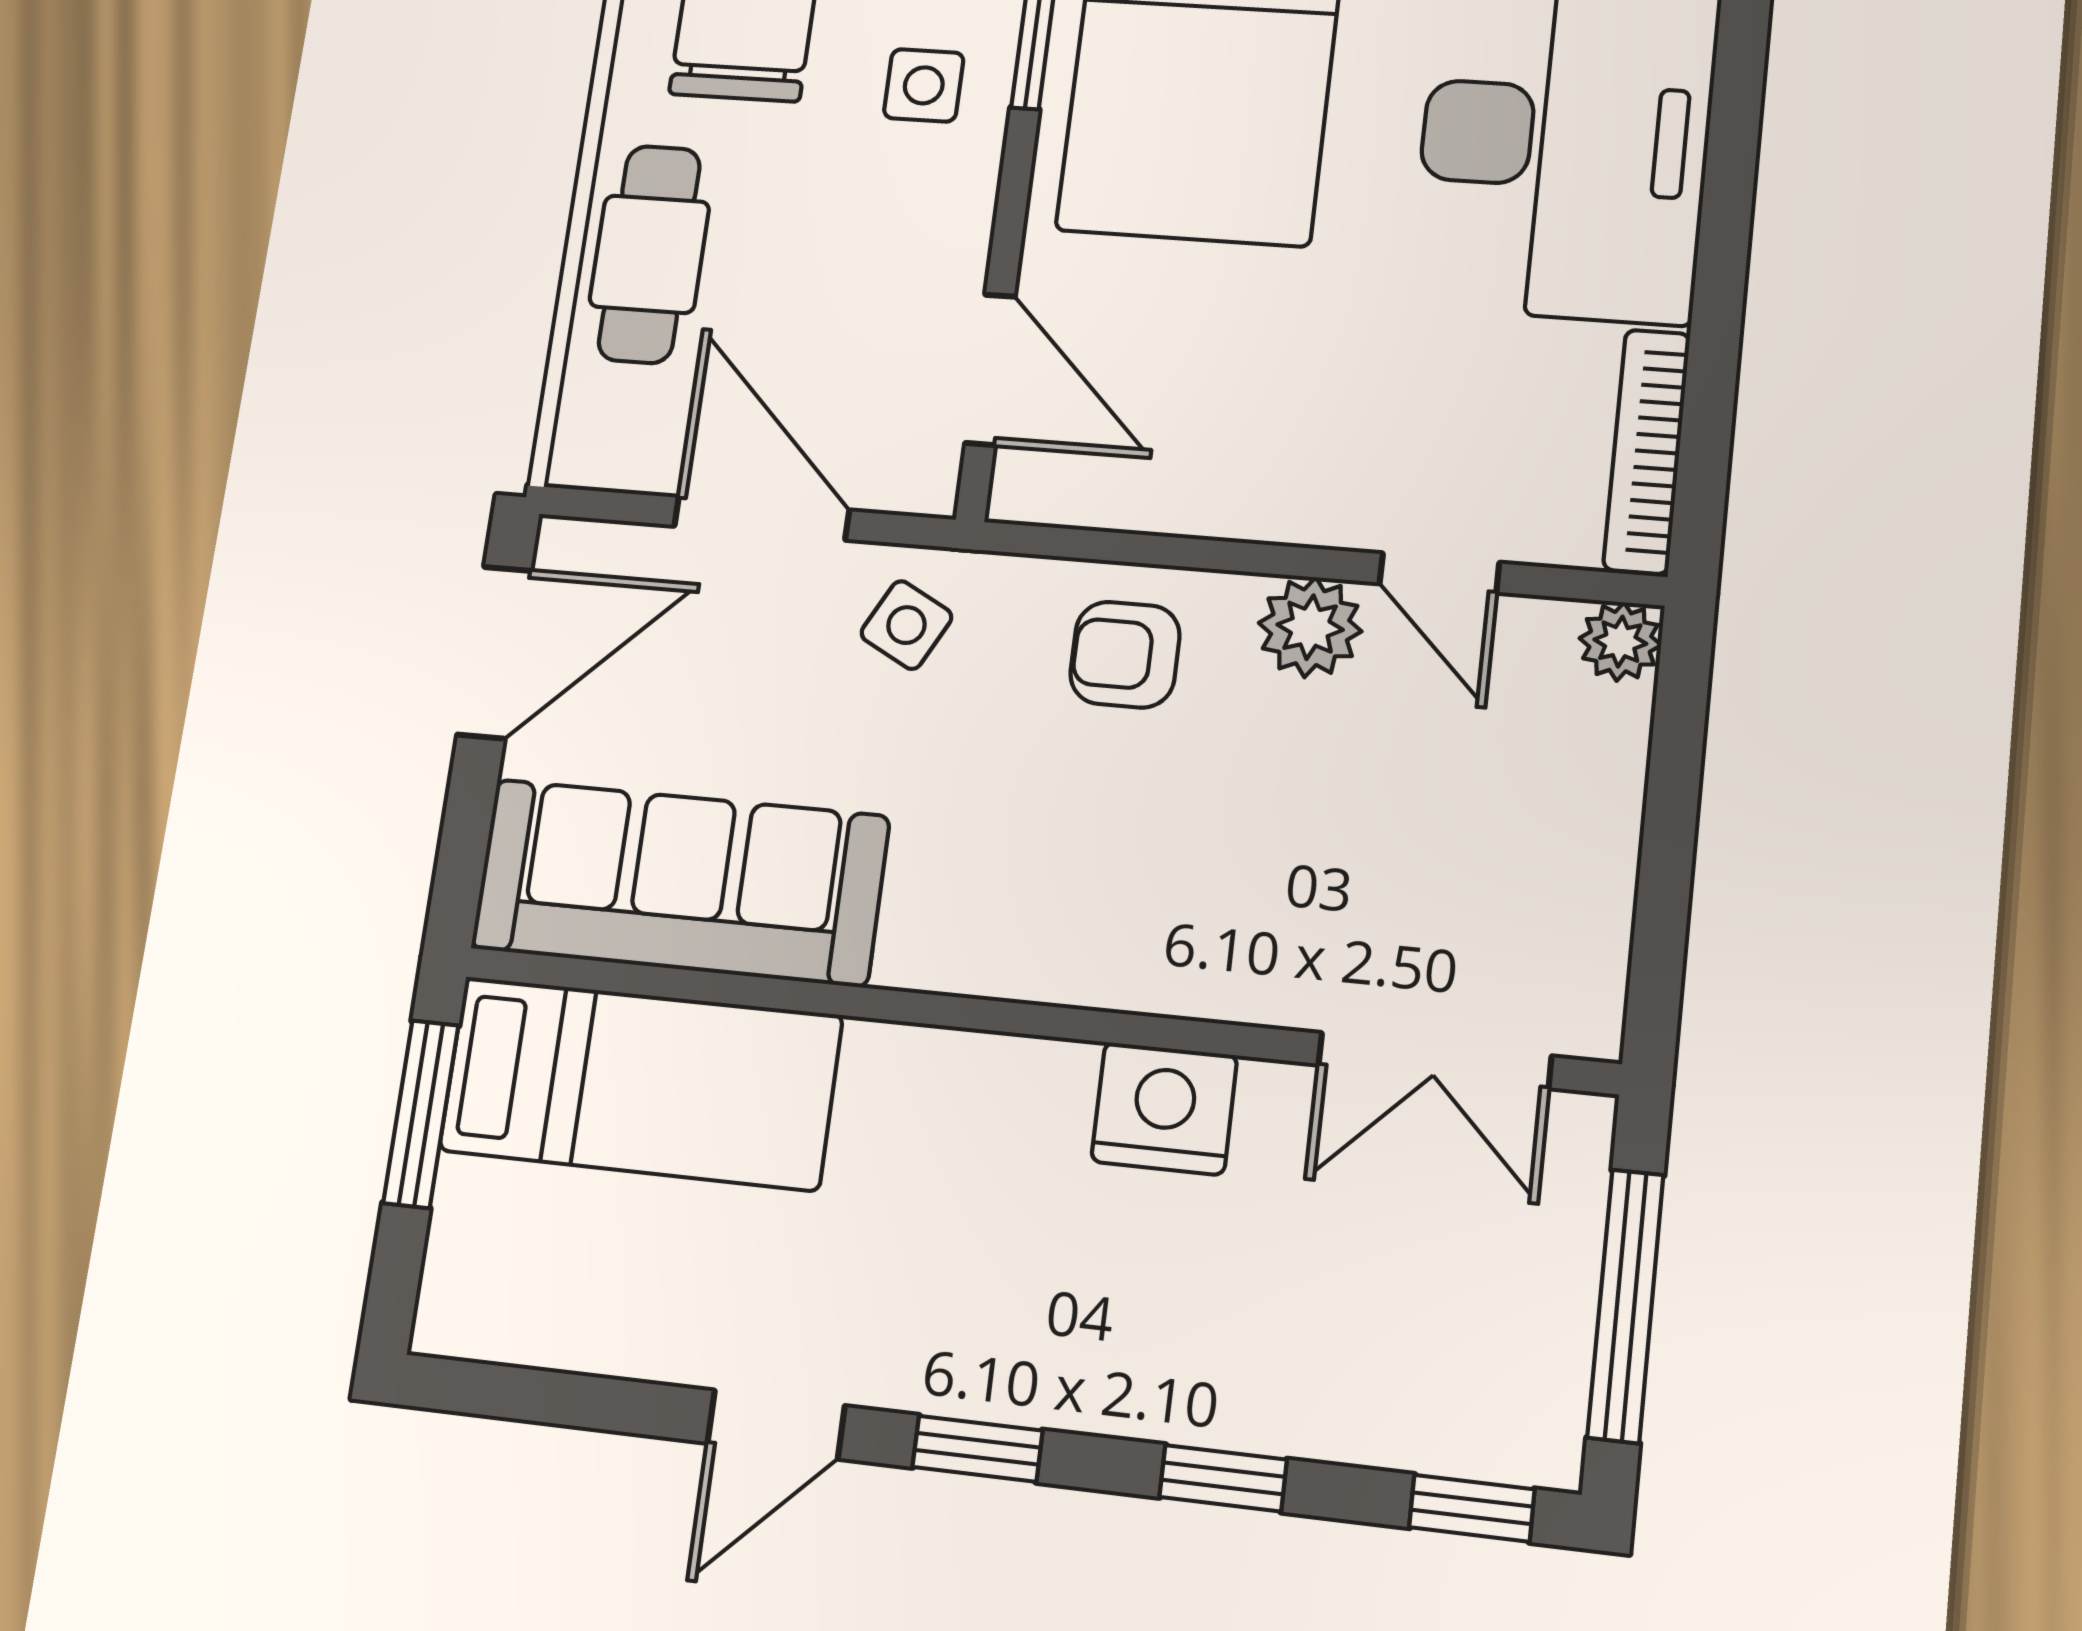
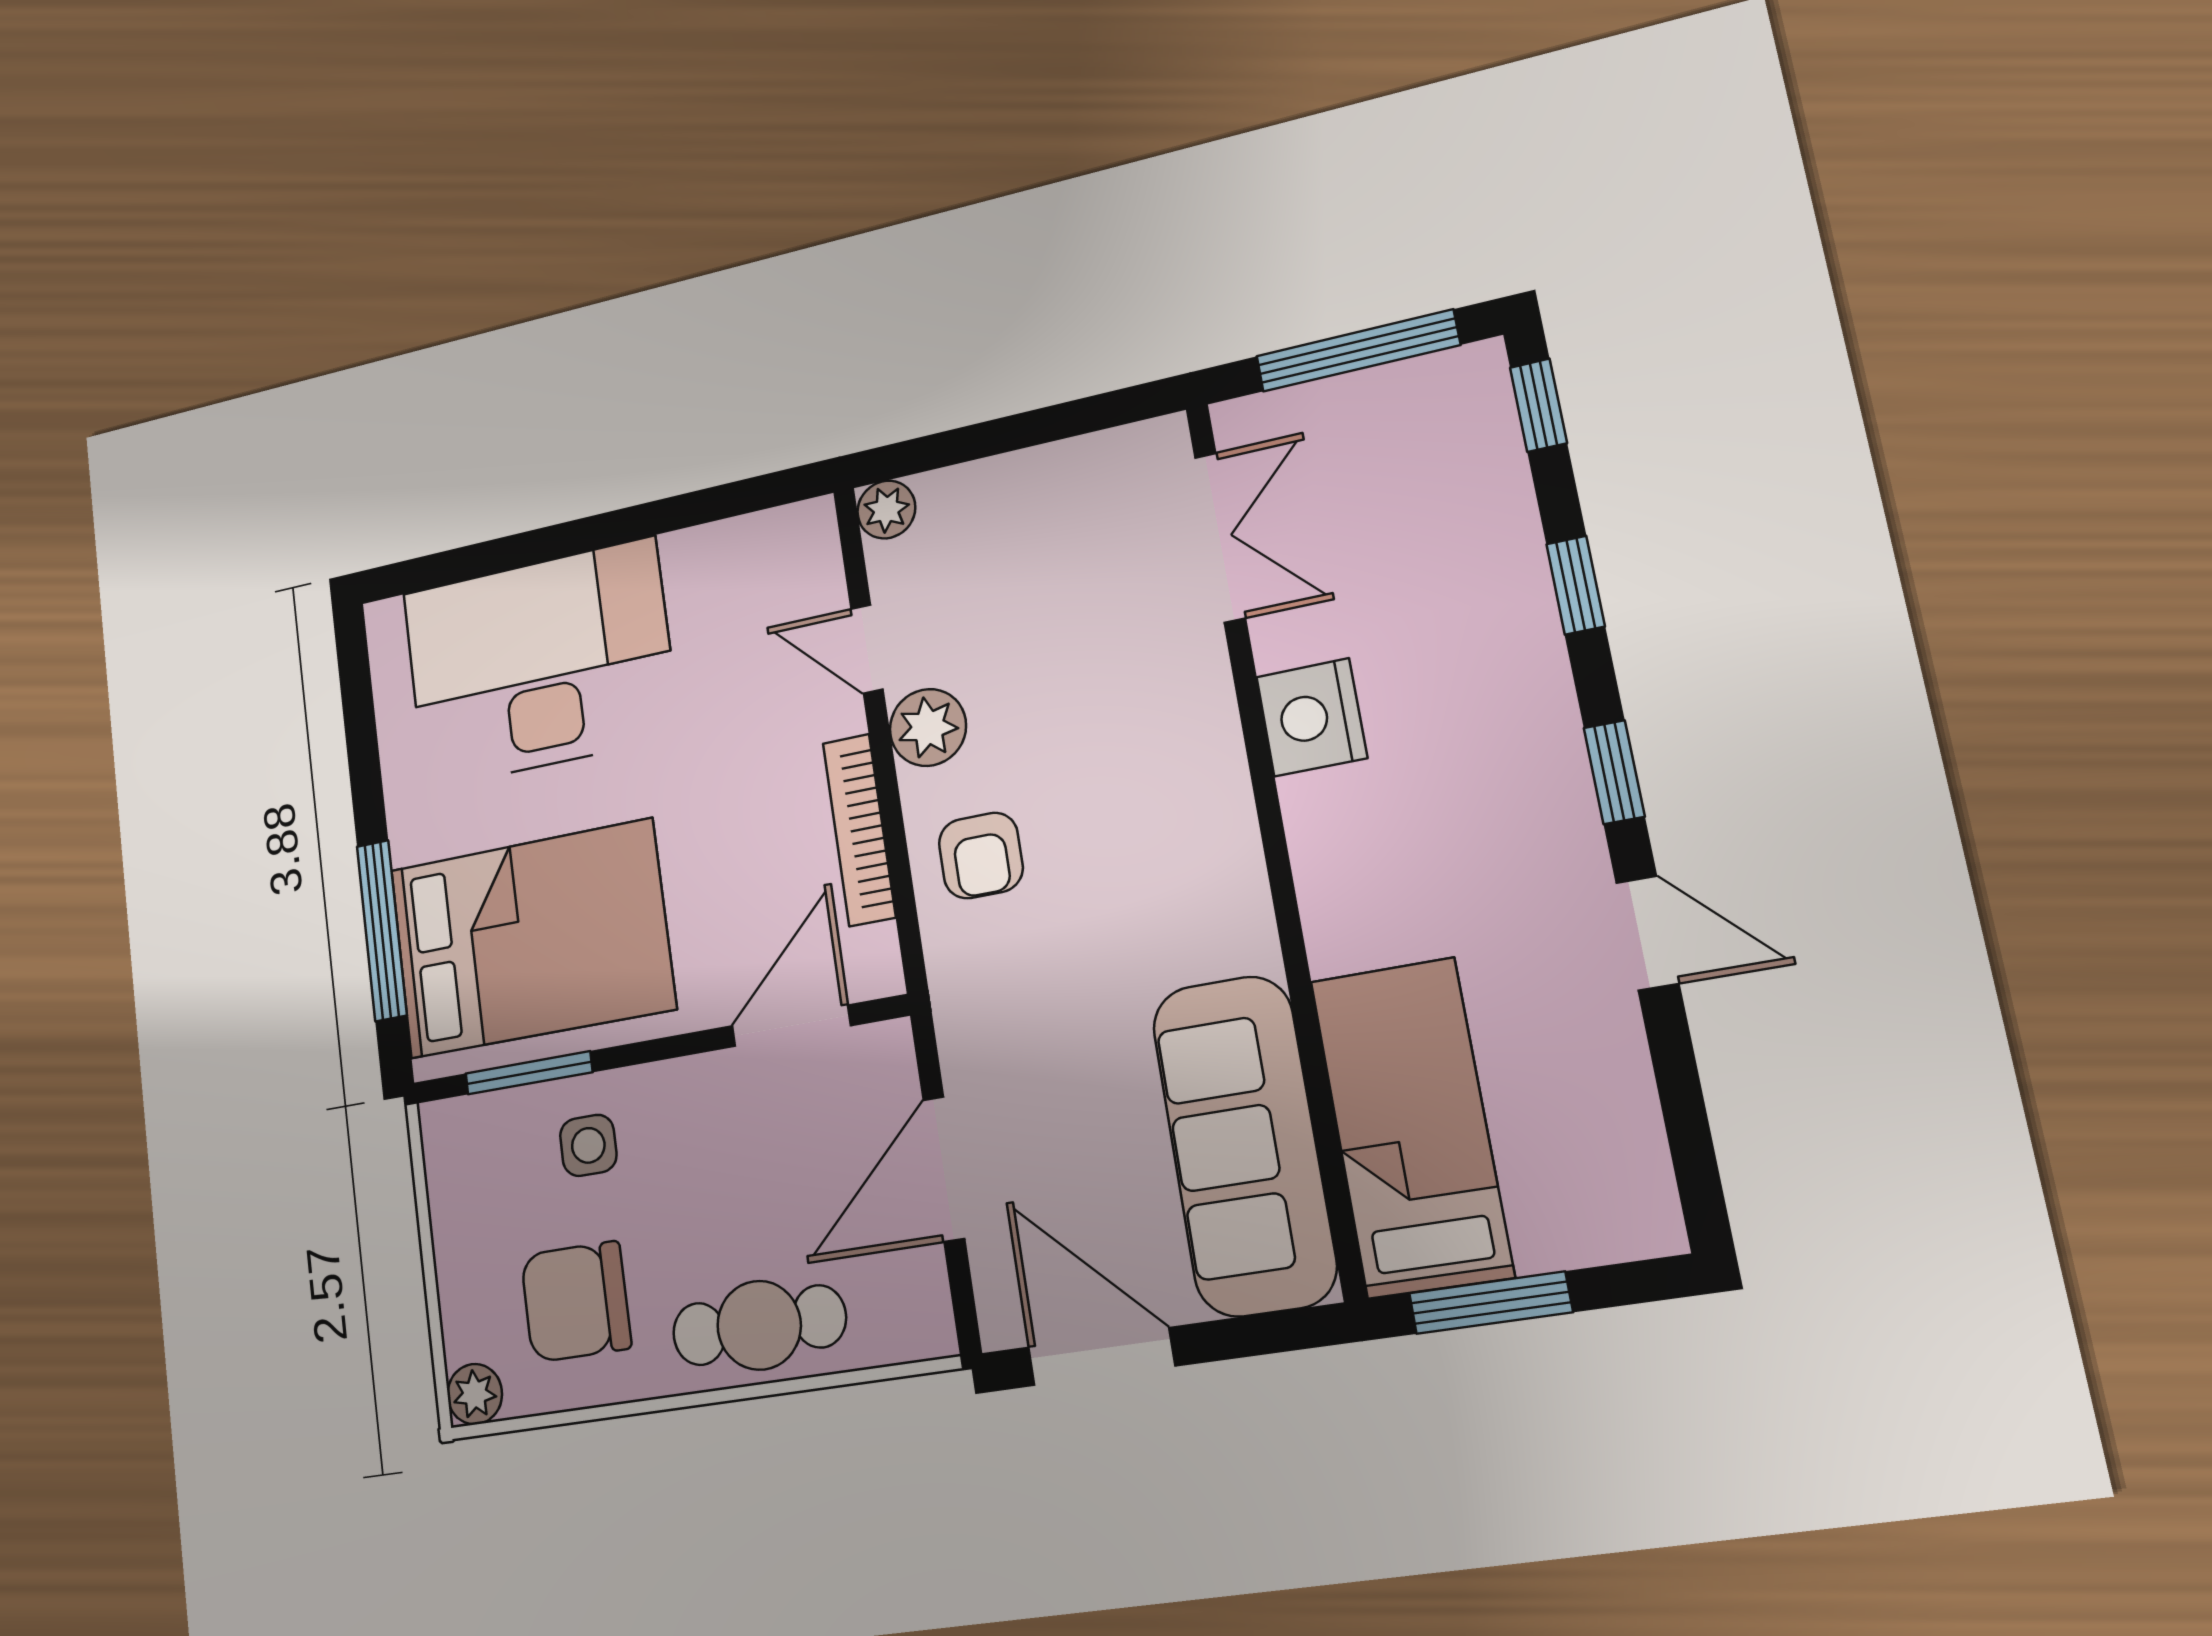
bookcase: (1647, 451) -> (859, 830), moved, turned 90
door: (1439, 573) -> (867, 649), swing flipped
side table: (906, 625) -> (999, 1028), removed

